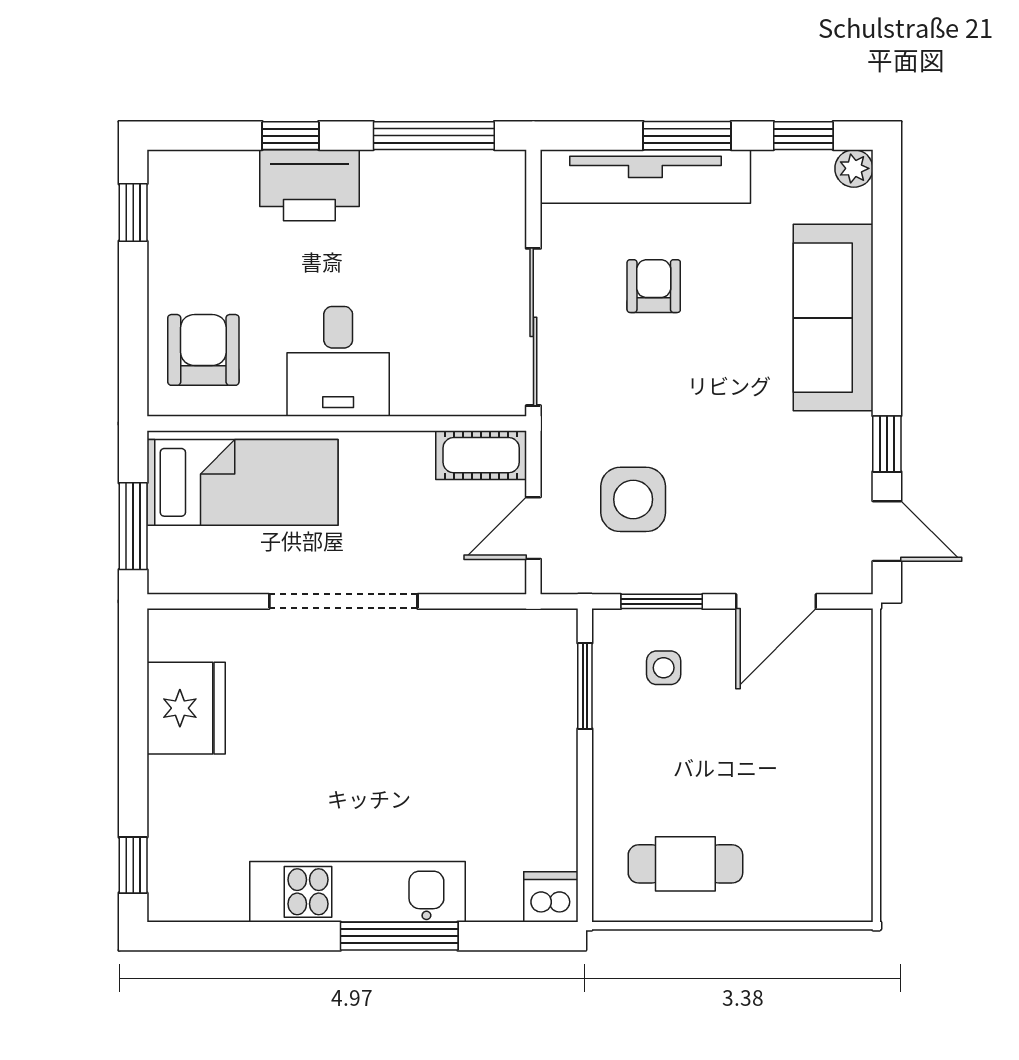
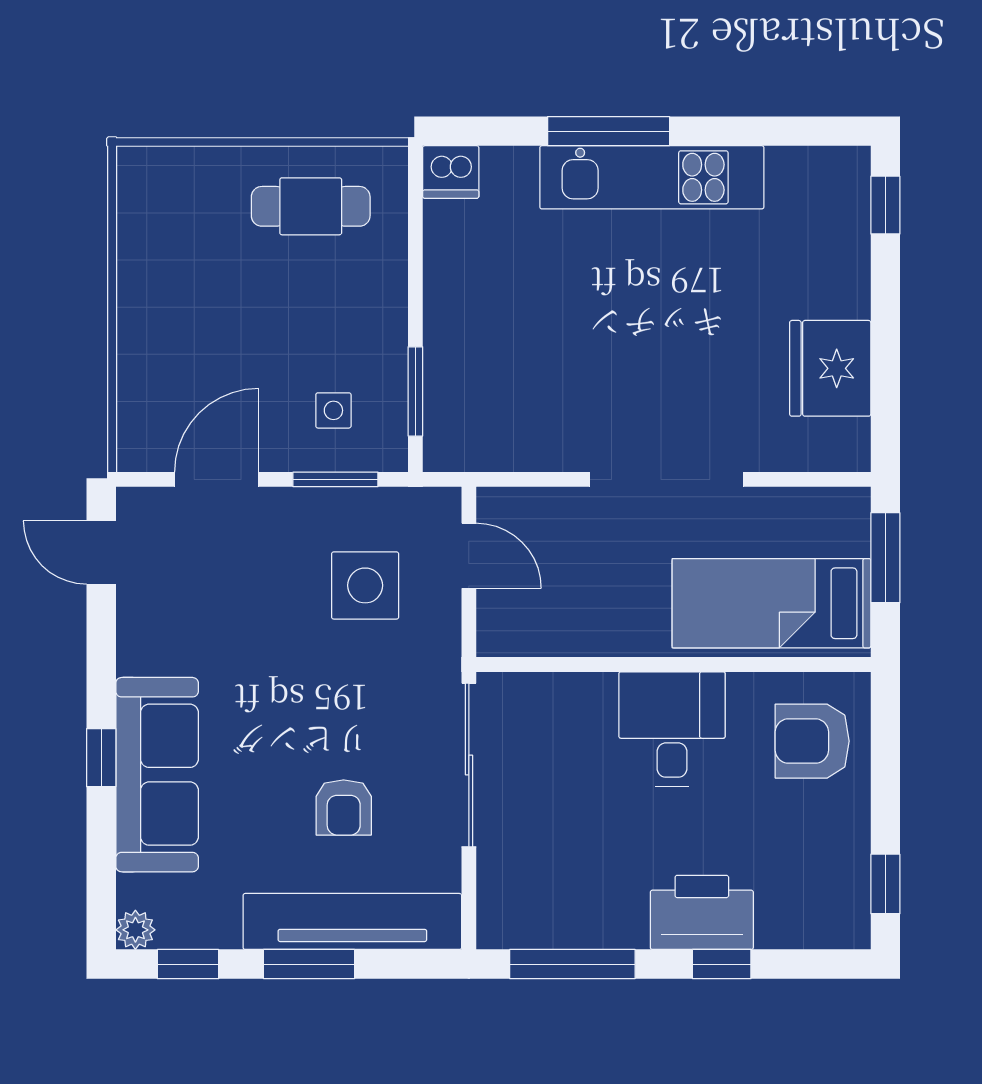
armchair: (203, 350) -> (812, 741), turned 90
window: (887, 444) -> (101, 758), moved
cot: (481, 455) -> (523, 632), removed
door: (533, 528) -> (469, 556), hinge flipped

